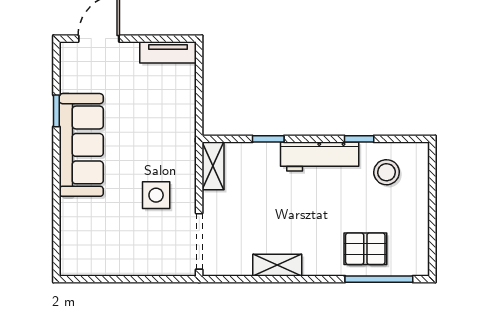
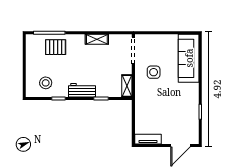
sofa: (81, 145) -> (189, 58), moved
workbench: (320, 156) -> (82, 90), width x0.73

